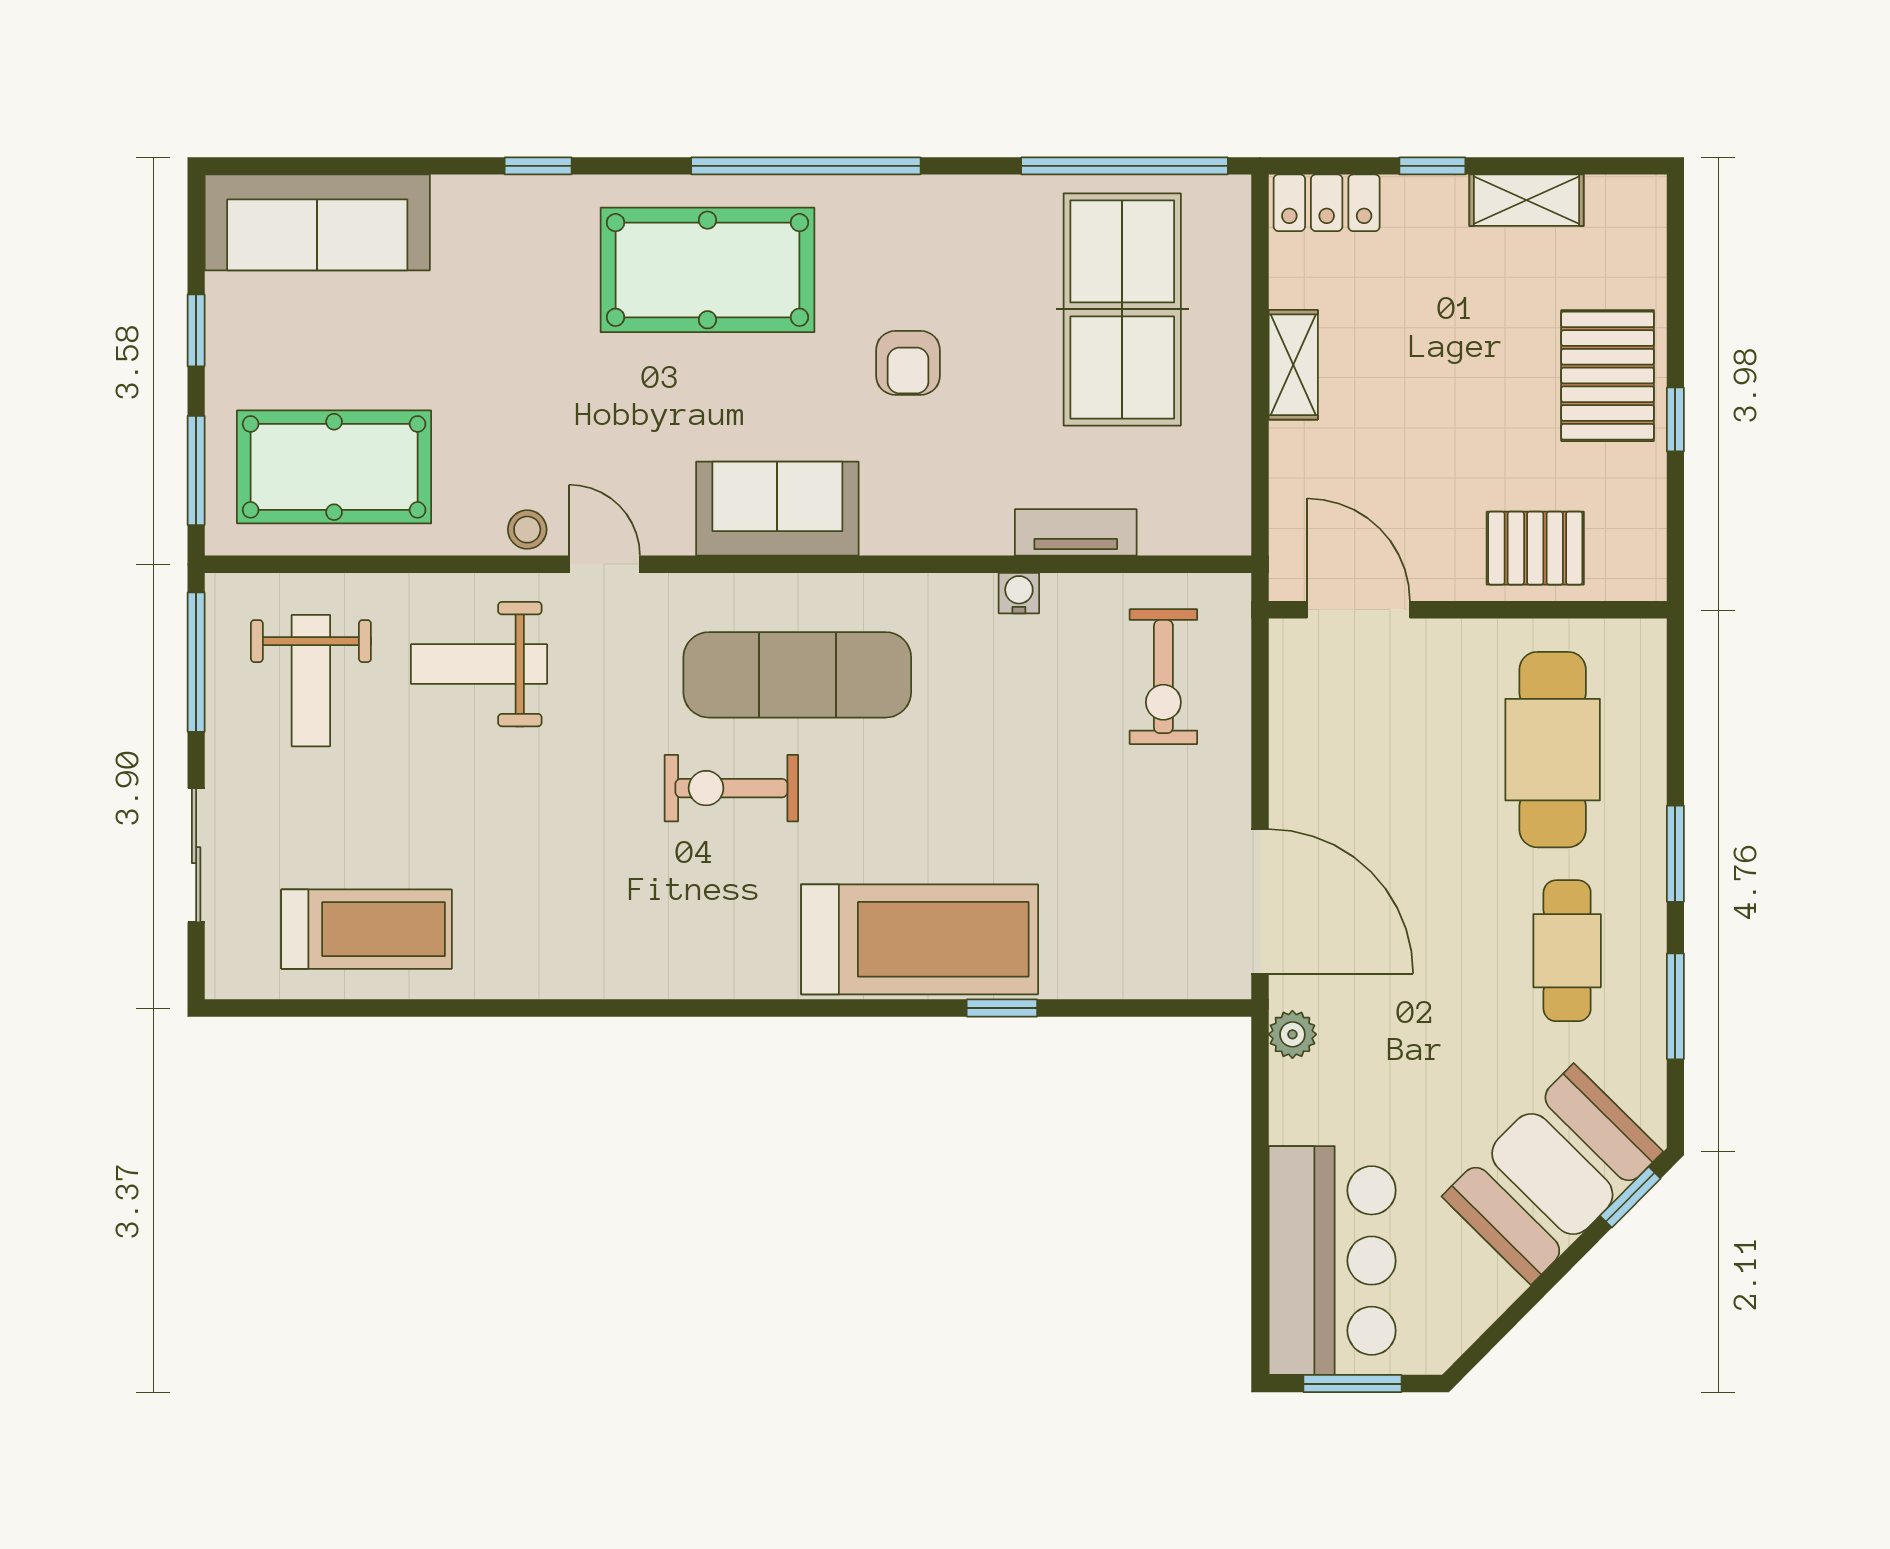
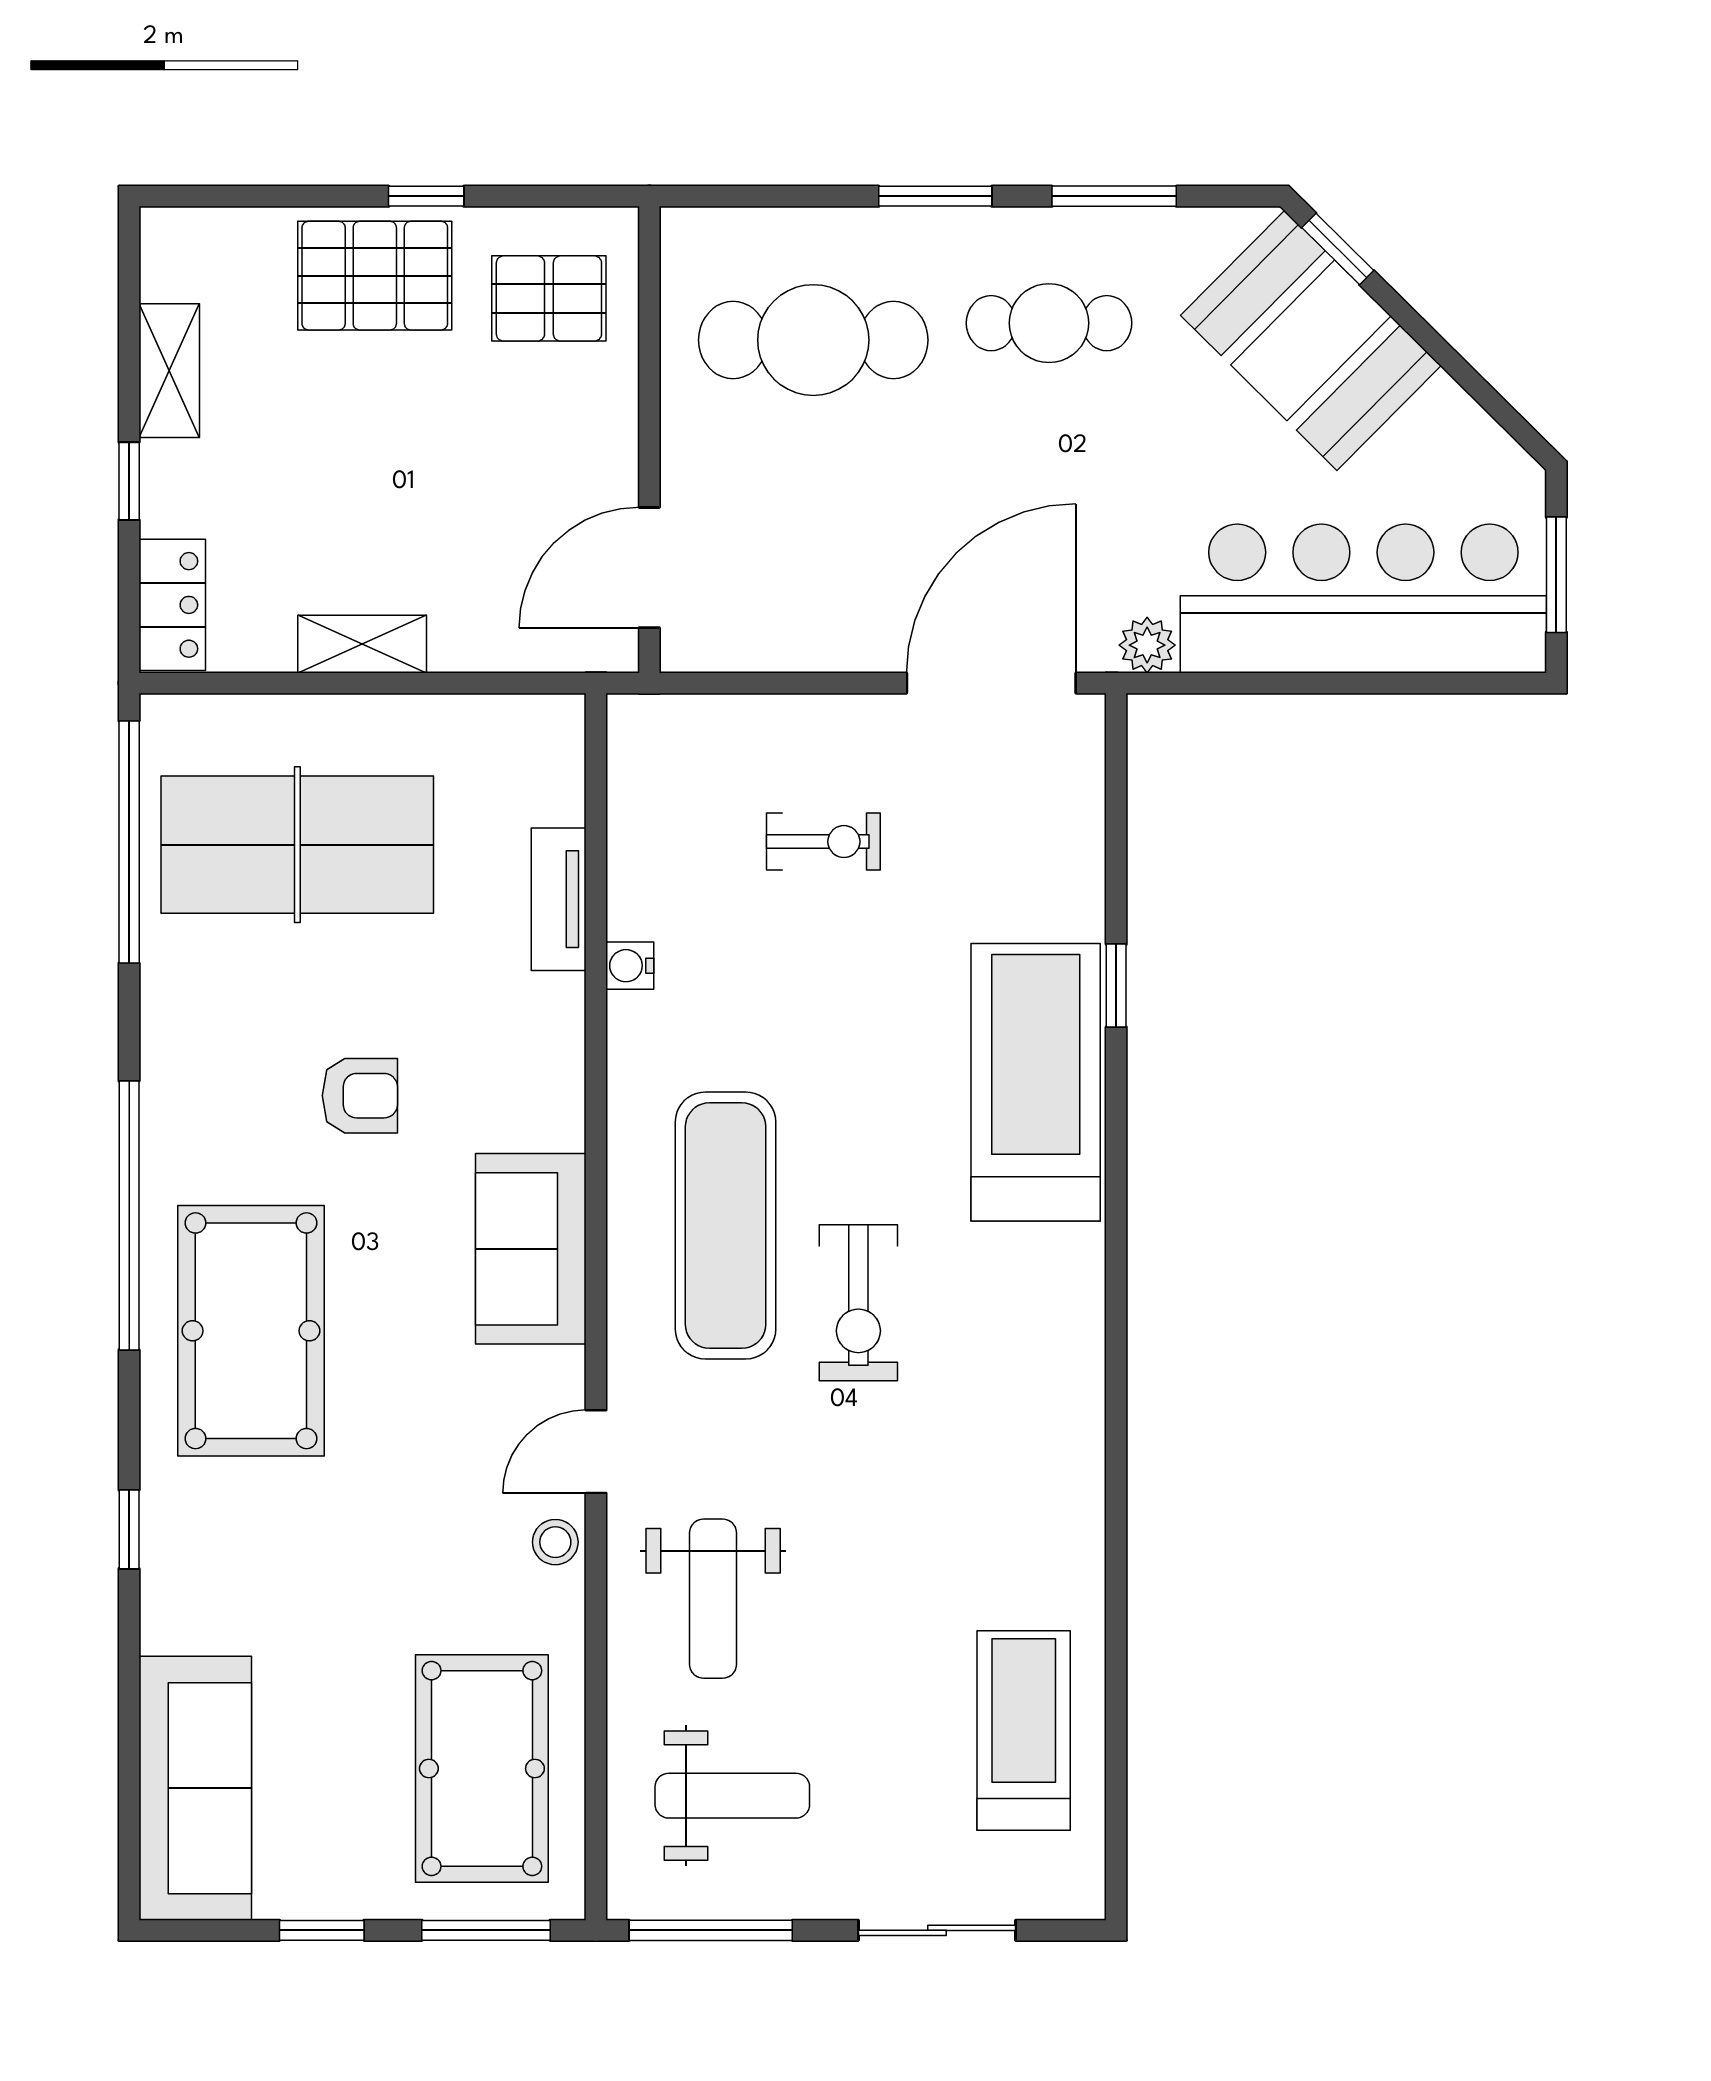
pallet: (1535, 548) -> (549, 298), moved, turned 90
exercise bike: (1163, 677) -> (823, 842), moved, width x0.73, depth x0.72
bar counter: (1332, 1261) -> (1363, 599), width x1.36

